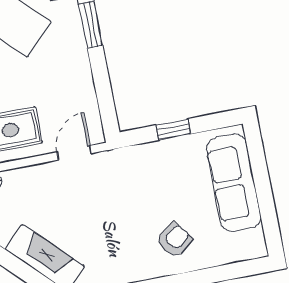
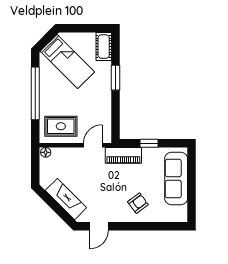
piano: (132, 160) -> (123, 155), added

